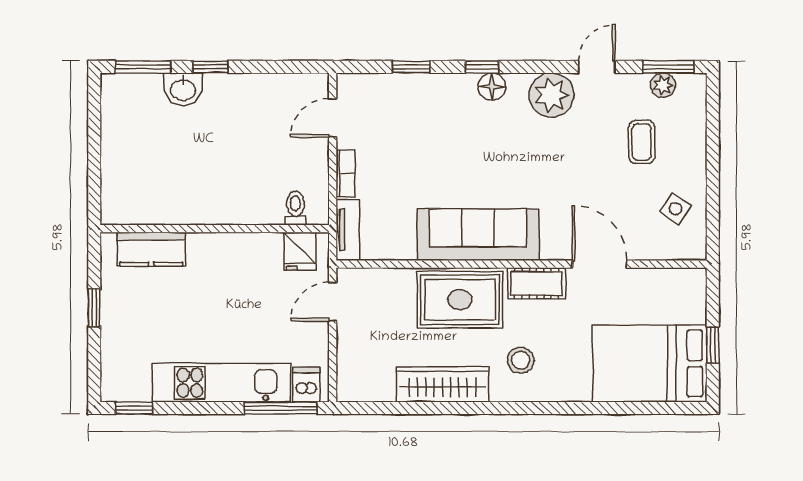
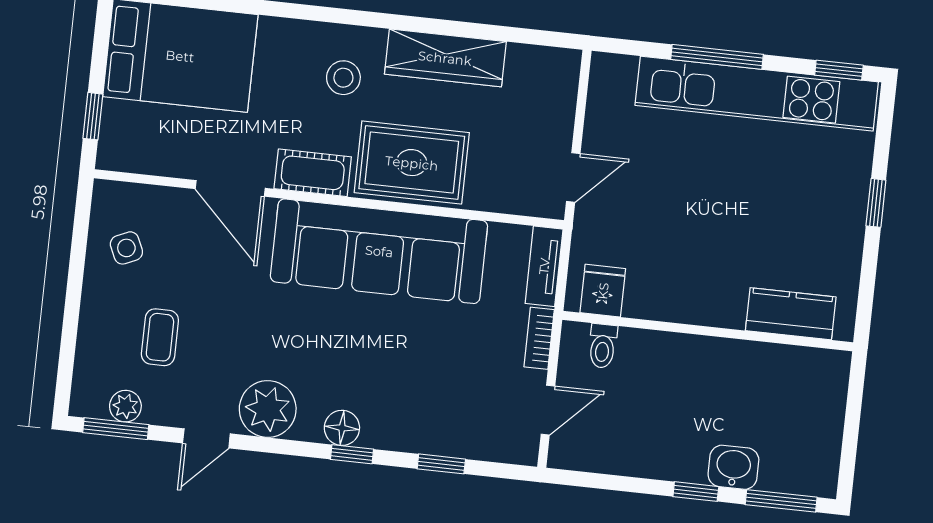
toilet: (295, 208) -> (603, 346), moved
side table: (675, 209) -> (126, 248), turned 31
wall: (215, 229) -> (708, 331), moved
sofa: (478, 235) -> (379, 251), width x1.36, depth x1.27
kitchen counter: (151, 249) -> (791, 314), moved
fridge: (300, 251) -> (603, 291), moved
window: (713, 345) -> (93, 116), moved
kitchen unit: (222, 383) -> (757, 94), width x1.36
dishwasher: (306, 385) -> (618, 76), removed
window: (281, 408) -> (717, 57), moved

